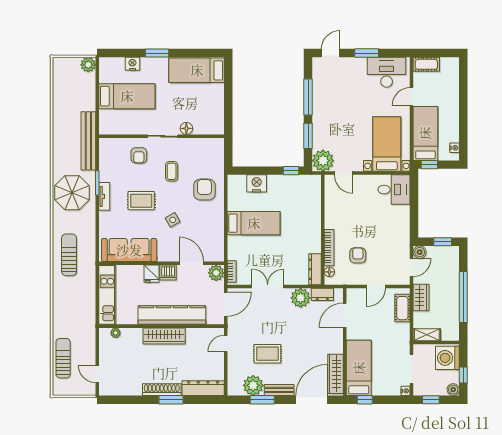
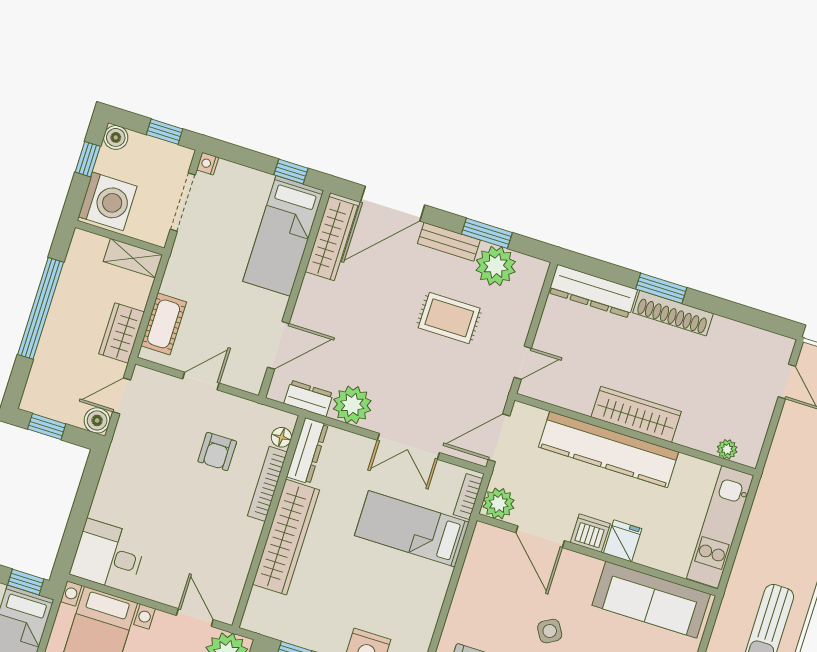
bed: (254, 223) -> (412, 529), moved
wardrobe: (312, 225) -> (286, 537), added

